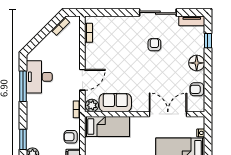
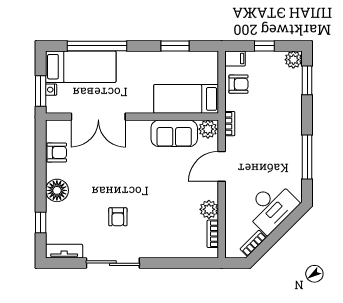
plant: (91, 50) -> (209, 209), added
desk: (39, 77) -> (271, 207), moved, turned 45
window: (208, 132) -> (41, 91), added

